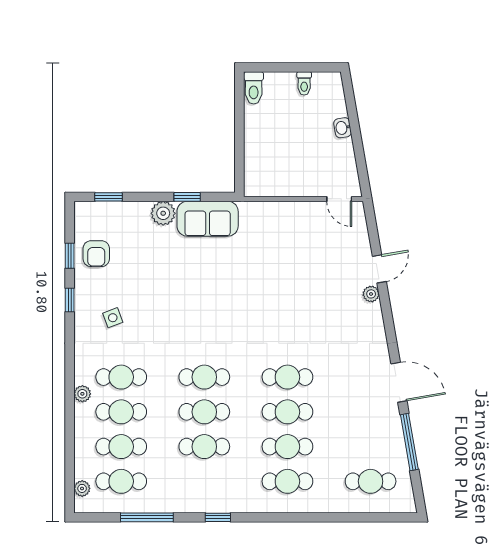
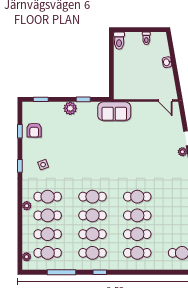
sofa: (208, 219) -> (114, 111), moved
window: (70, 300) -> (20, 166), moved
cafe table: (204, 481) -> (92, 253), added

